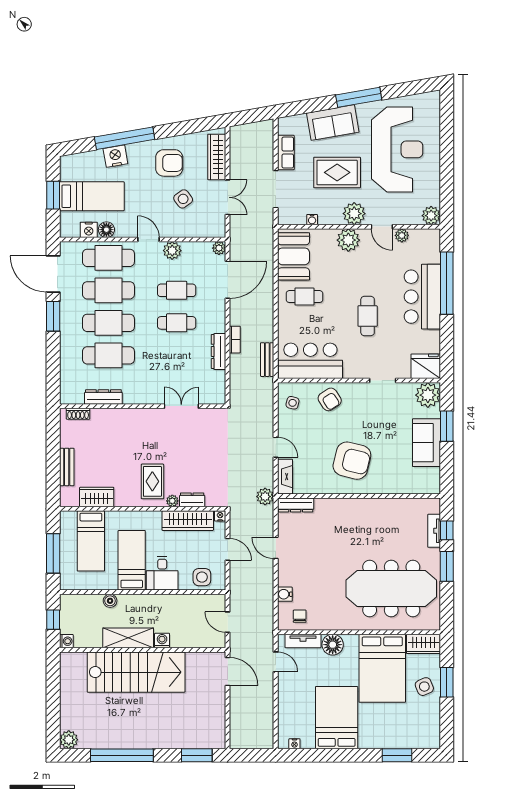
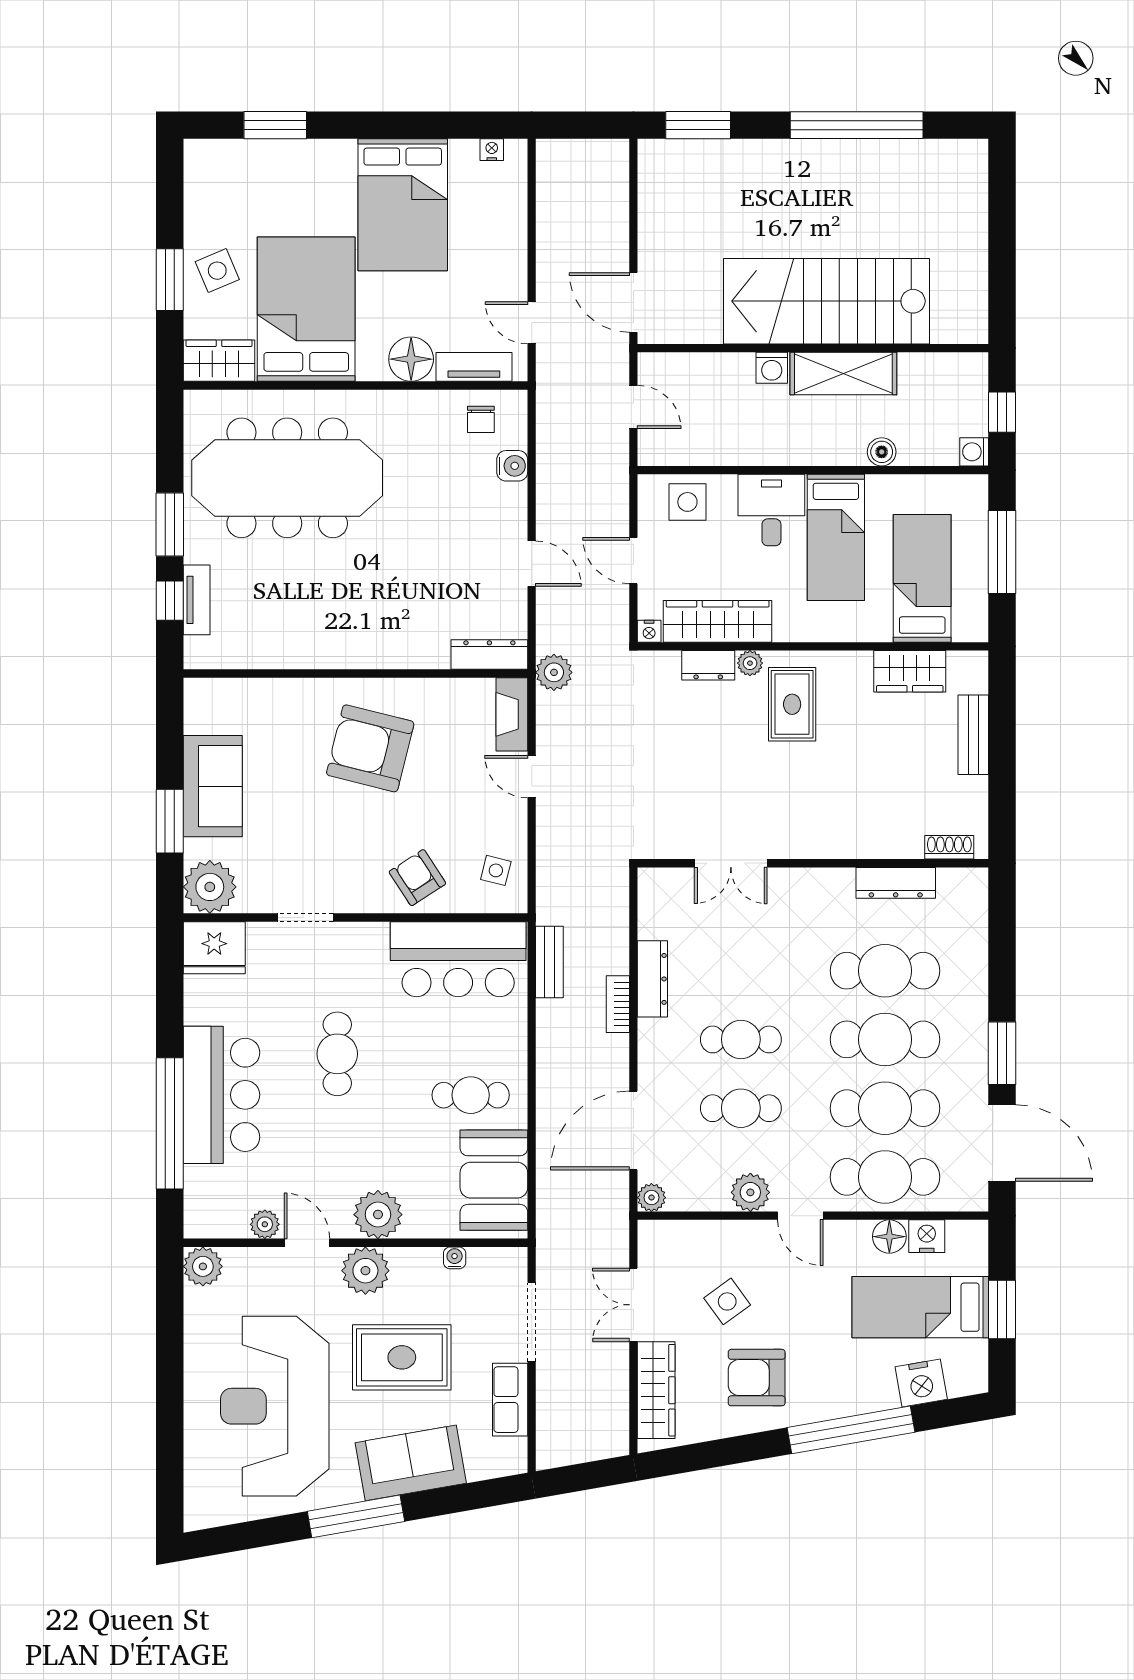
nightstand: (115, 156) -> (921, 1383), moved
washing machine: (66, 641) -> (974, 452), moved
plant: (69, 740) -> (969, 158), removed

